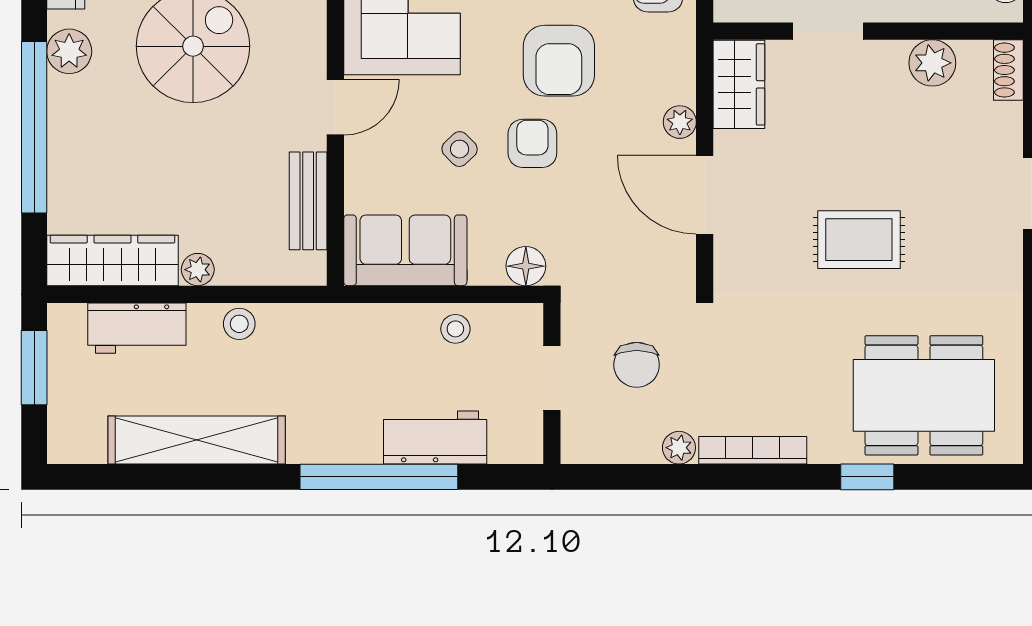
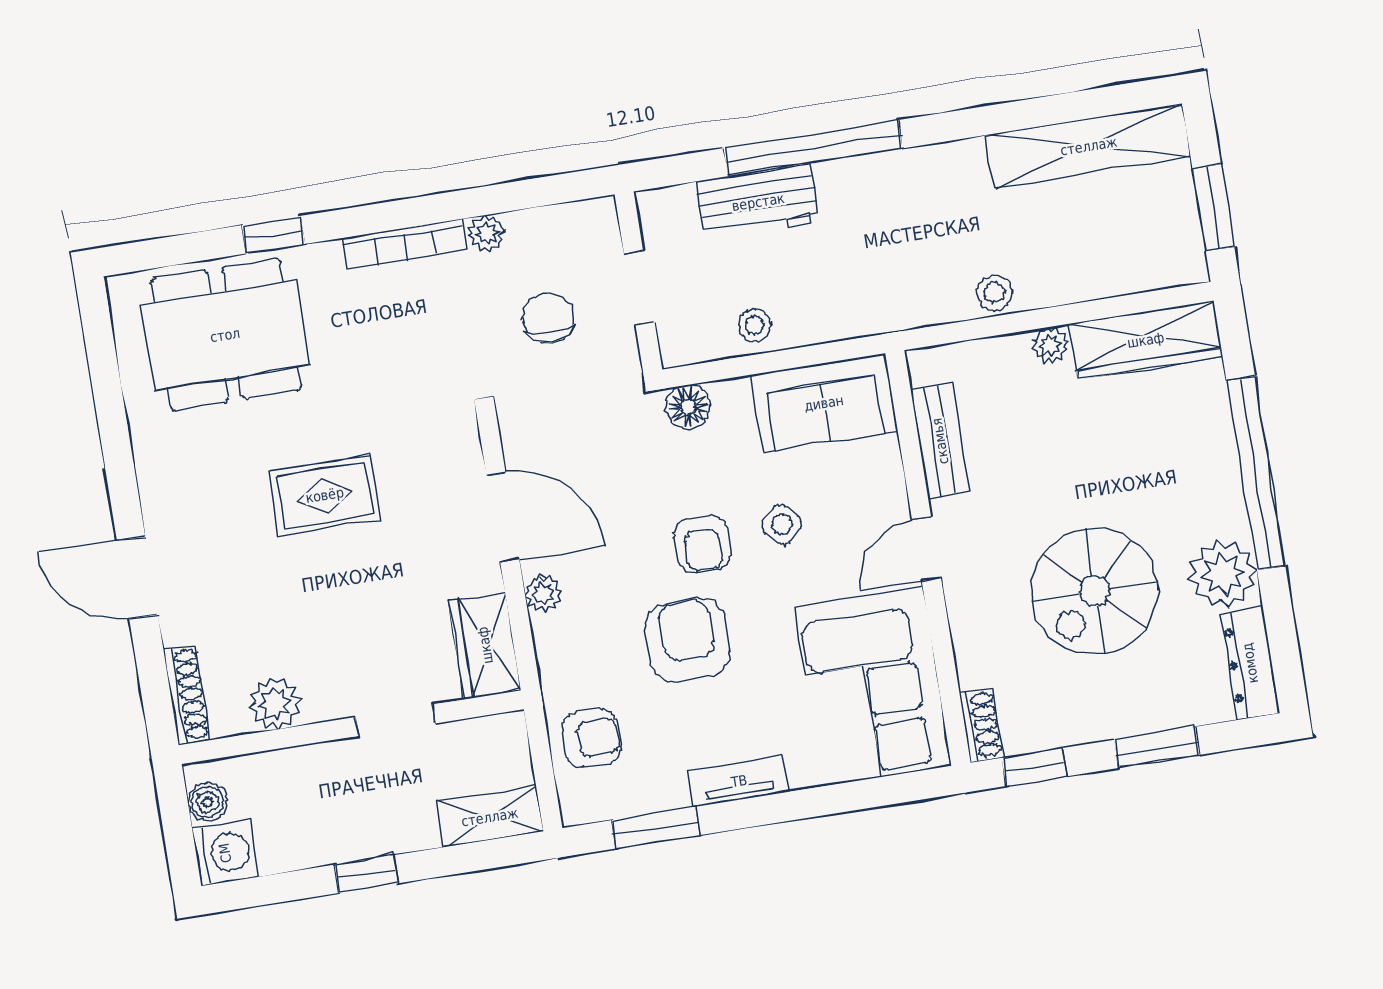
plant: (69, 51) -> (1223, 574), width x1.36, depth x1.36
shoe rack: (1008, 70) -> (187, 695), width x1.43
workbench: (137, 328) -> (1107, 270), removed
shelving: (197, 440) -> (1089, 146), moved

